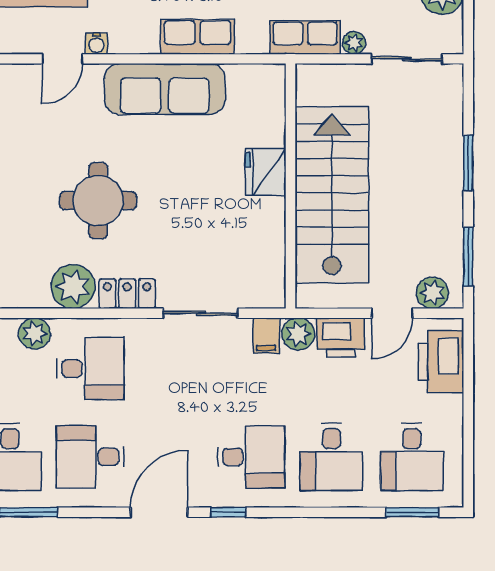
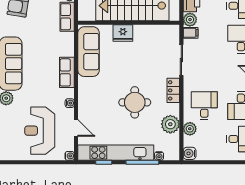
row of seats: (197, 37) -> (67, 72), moved
door: (62, 59) -> (76, 128), moved
sofa: (165, 89) -> (89, 52), moved
plant: (73, 287) -> (170, 124), moved

